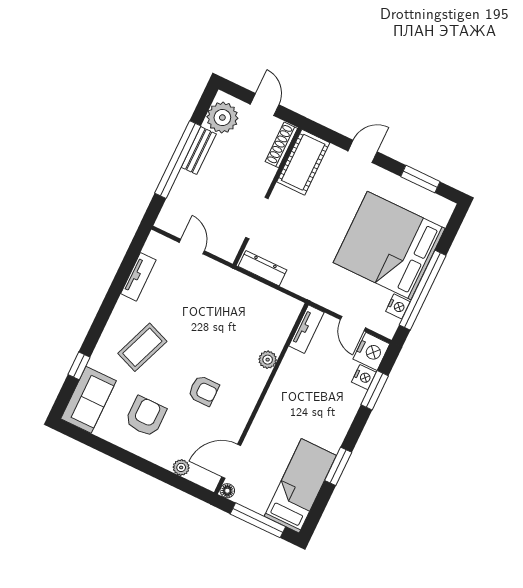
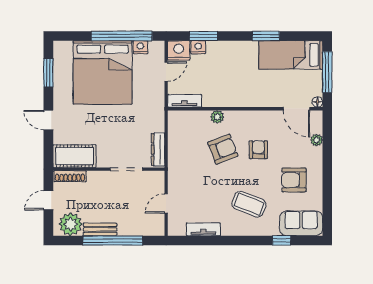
armchair: (225, 348) -> (223, 149), added

